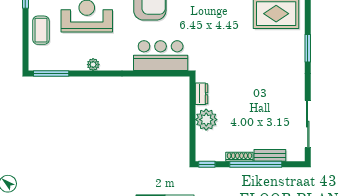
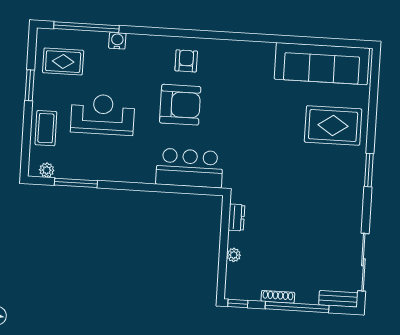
plant: (93, 65) -> (47, 170), moved
window: (51, 74) -> (76, 183), moved
plant: (206, 120) -> (234, 255), width x0.53, depth x0.53
bench: (270, 155) -> (338, 299), moved

